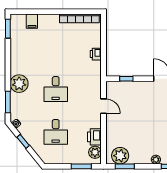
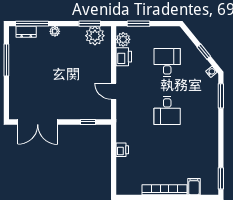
bookcase: (79, 18) -> (164, 190), moved
plant: (19, 84) -> (208, 117), removed
desk: (56, 89) -> (167, 110), turned 180

